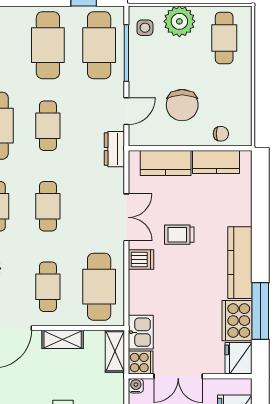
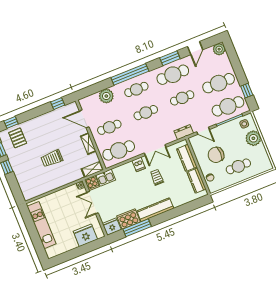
cafe table: (224, 38) -> (238, 166), moved

